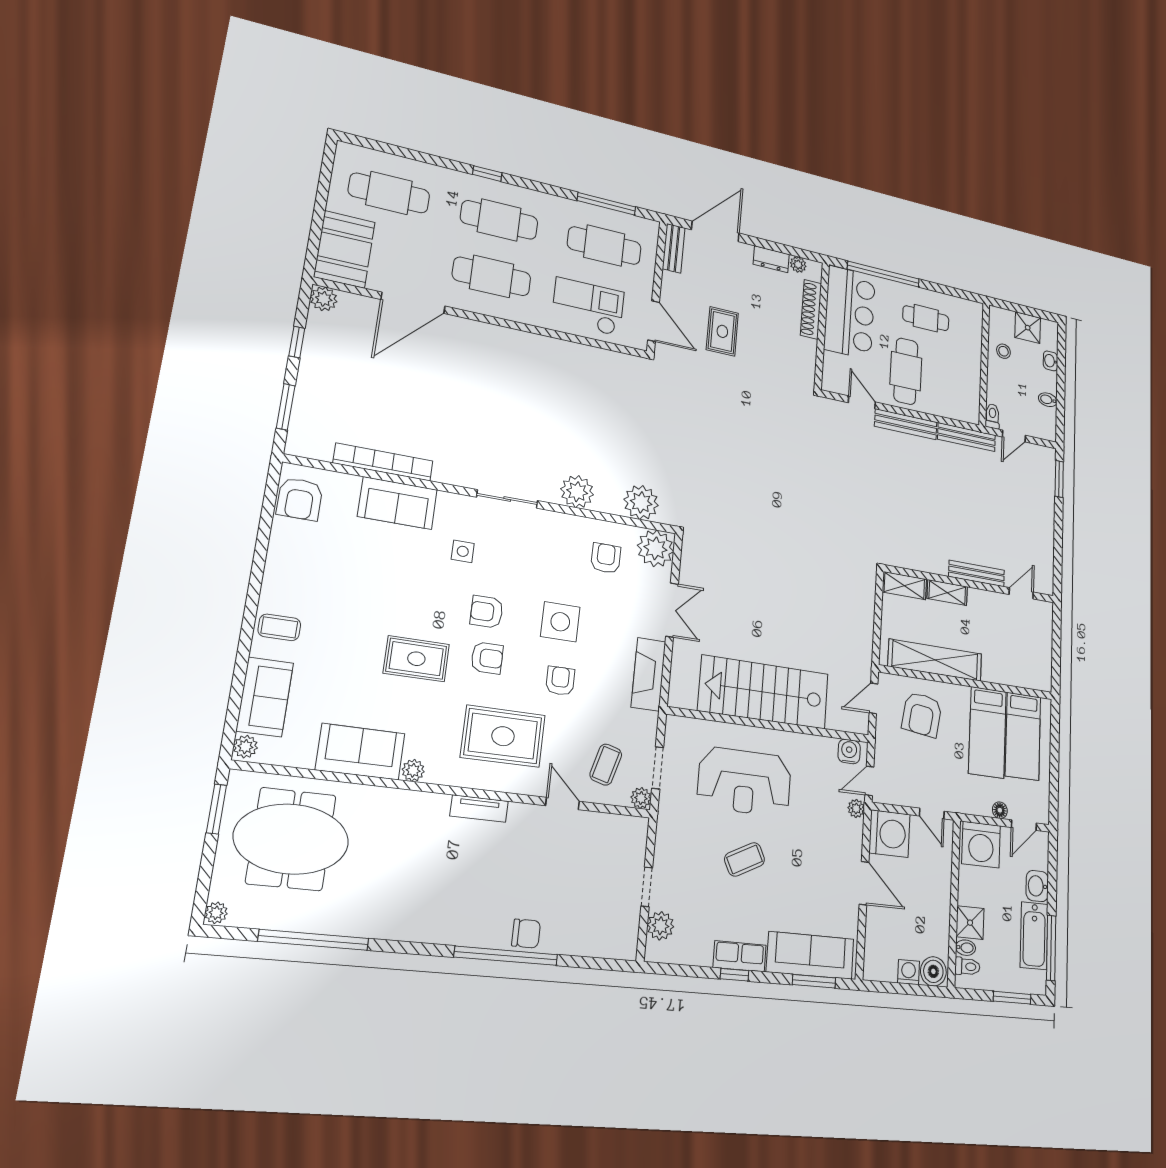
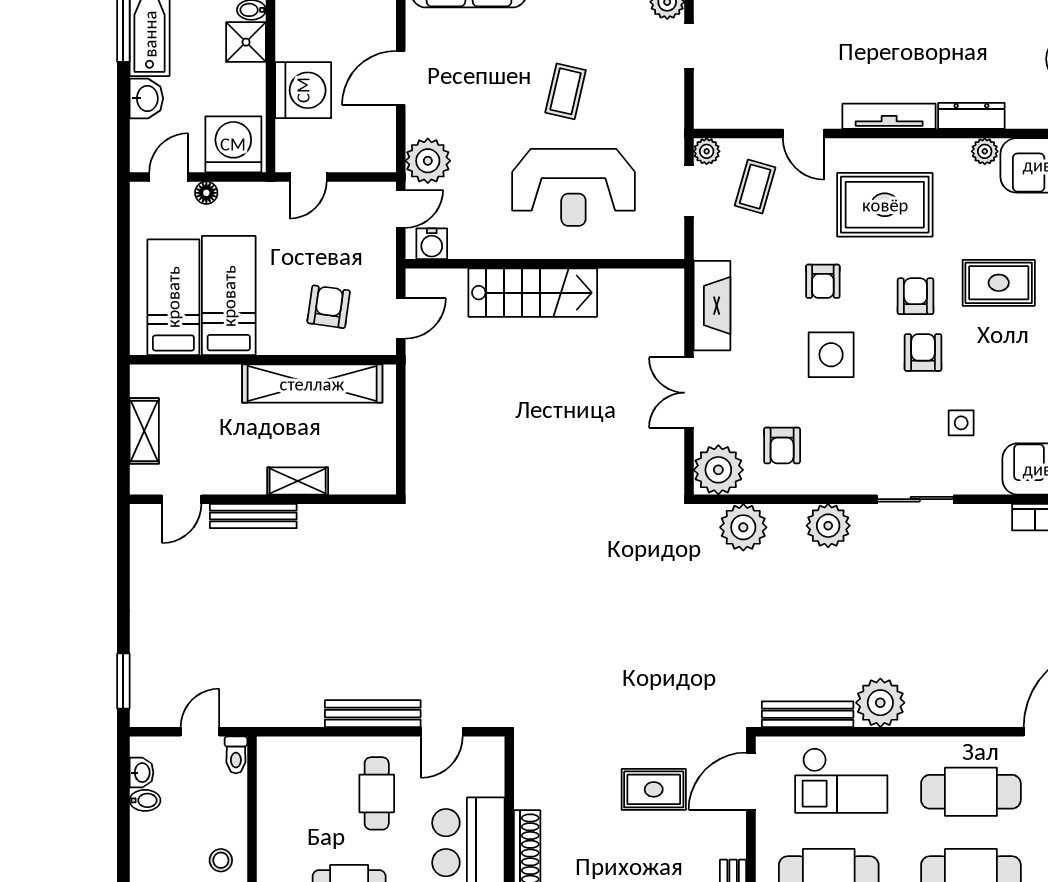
door: (654, 321) -> (751, 781), hinge flipped
rug: (722, 331) -> (654, 789), turned 90
plant: (553, 355) -> (880, 703), added
washbasin: (1051, 361) -> (141, 773), moved
cafe table: (906, 371) -> (377, 793), width x0.73, depth x0.74
door: (862, 402) -> (442, 732), hinge flipped
bench: (967, 437) -> (808, 714), moved
shelving: (904, 586) -> (144, 431), moved, turned 90
armchair: (487, 612) -> (923, 353), turned -90
armchair: (487, 658) -> (915, 296), turned 90
stairs: (764, 692) -> (533, 293), width x0.73, depth x0.66
armchair: (922, 714) -> (329, 307), width x0.72, depth x0.72
reception desk: (744, 782) -> (573, 187), turned 180
dresser: (420, 802) -> (971, 116), added
plant: (856, 808) -> (428, 161), width x1.87, depth x1.87
tv unit: (479, 809) -> (889, 116), width x1.41
door: (932, 814) -> (308, 177), swing flipped
washing machine: (890, 834) -> (303, 90), moved, turned 180
coffee table: (745, 859) -> (566, 91), turned -50
door: (864, 883) -> (401, 78), hinge flipped

